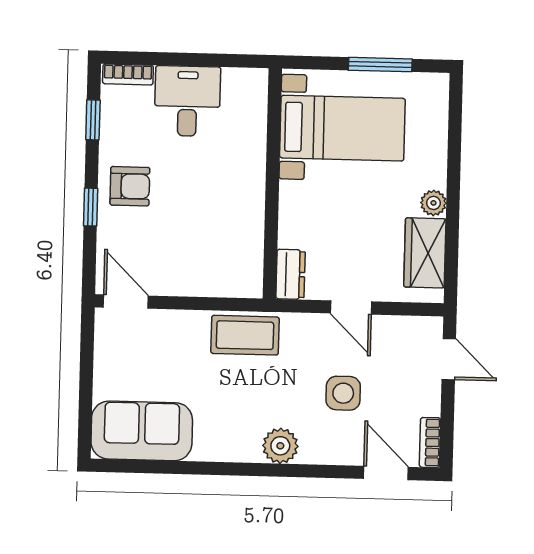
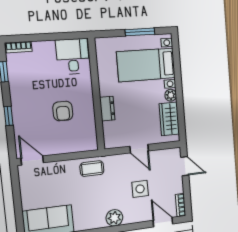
desk: (187, 101) -> (73, 56), moved
bed with nightstands: (342, 128) -> (146, 65), moved, turned 180
armchair: (130, 186) -> (63, 111), moved, turned 90
dresser: (291, 274) -> (107, 109), moved
coffee table: (245, 335) -> (92, 169), width x0.73, depth x0.77

